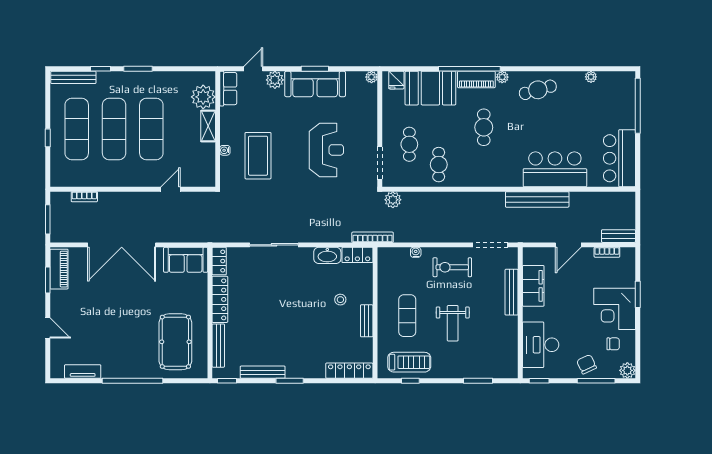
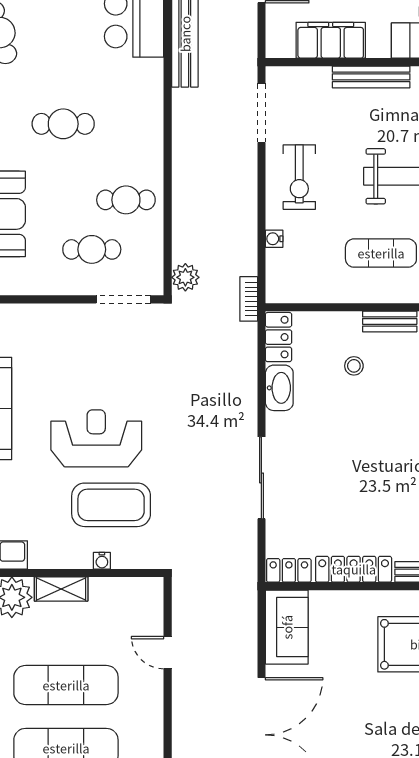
reception desk: (326, 150) -> (96, 438), moved
bookcase: (373, 237) -> (249, 299), width x0.64
bench: (512, 292) -> (371, 77), moved

